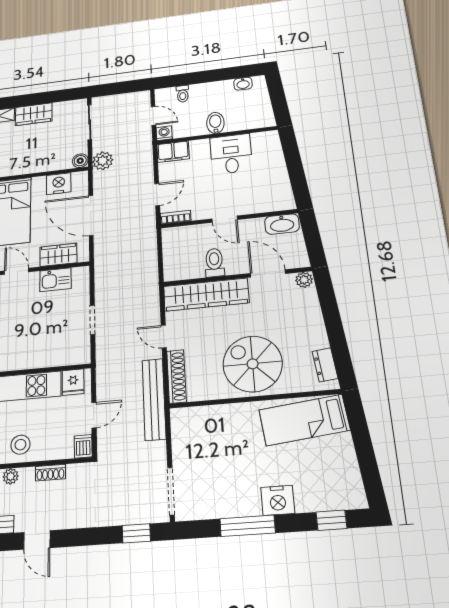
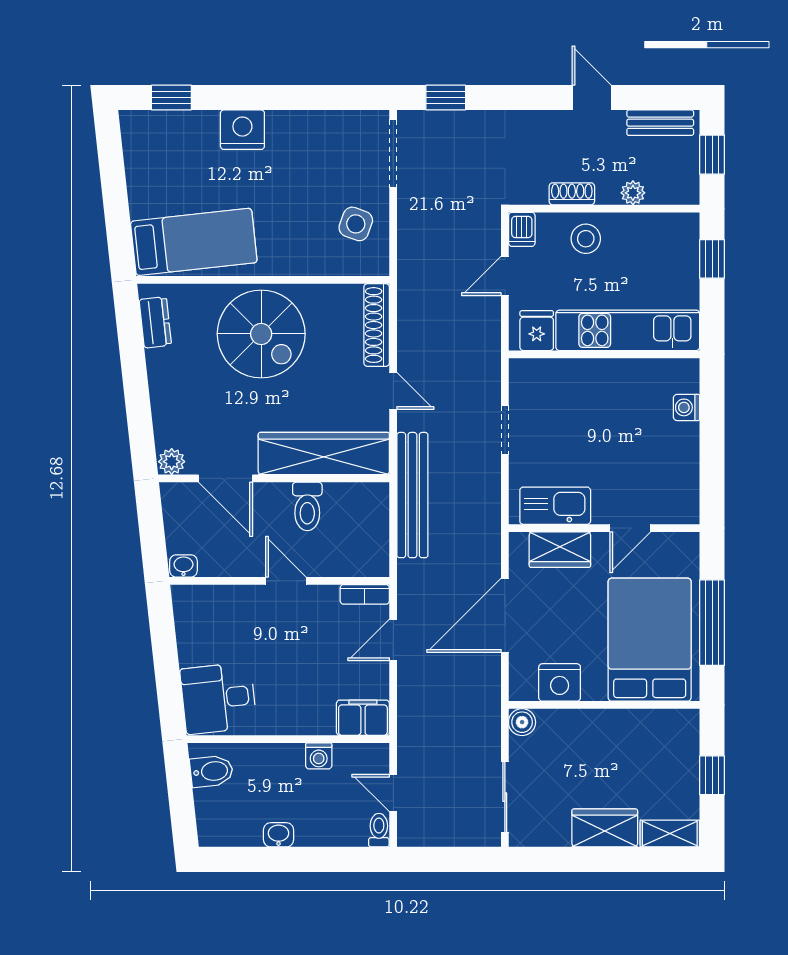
washbasin: (243, 84) -> (279, 835), moved
toilet: (183, 94) -> (379, 830), moved
bidet: (215, 123) -> (212, 771), moved, turned -96
washing machine: (164, 133) -> (319, 756), moved
desk: (231, 154) -> (218, 698), moved, turned 84
plant: (103, 161) -> (483, 717), removed
door: (91, 215) -> (505, 615), swing flipped
washbasin: (282, 224) -> (183, 566), width x0.52, depth x0.69
door: (16, 271) -> (630, 528), hinge flipped
kitchen sink: (55, 280) -> (555, 506), width x1.38
bench: (154, 399) -> (412, 495), moved
side table: (194, 441) -> (356, 224), added
stool: (20, 445) -> (586, 239), moved
window: (248, 526) -> (287, 98), removed

